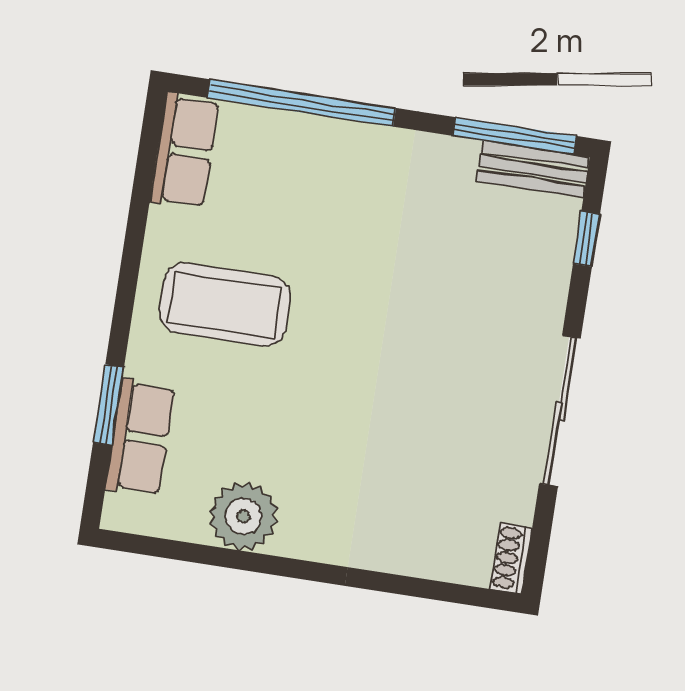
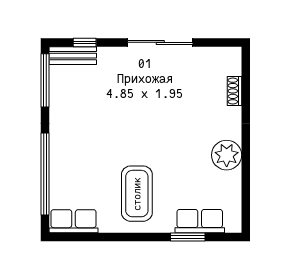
bench: (533, 169) -> (73, 56), moved, turned 90
plant: (243, 516) -> (227, 155), moved
shoe rack: (511, 558) -> (234, 91), moved, turned 90

